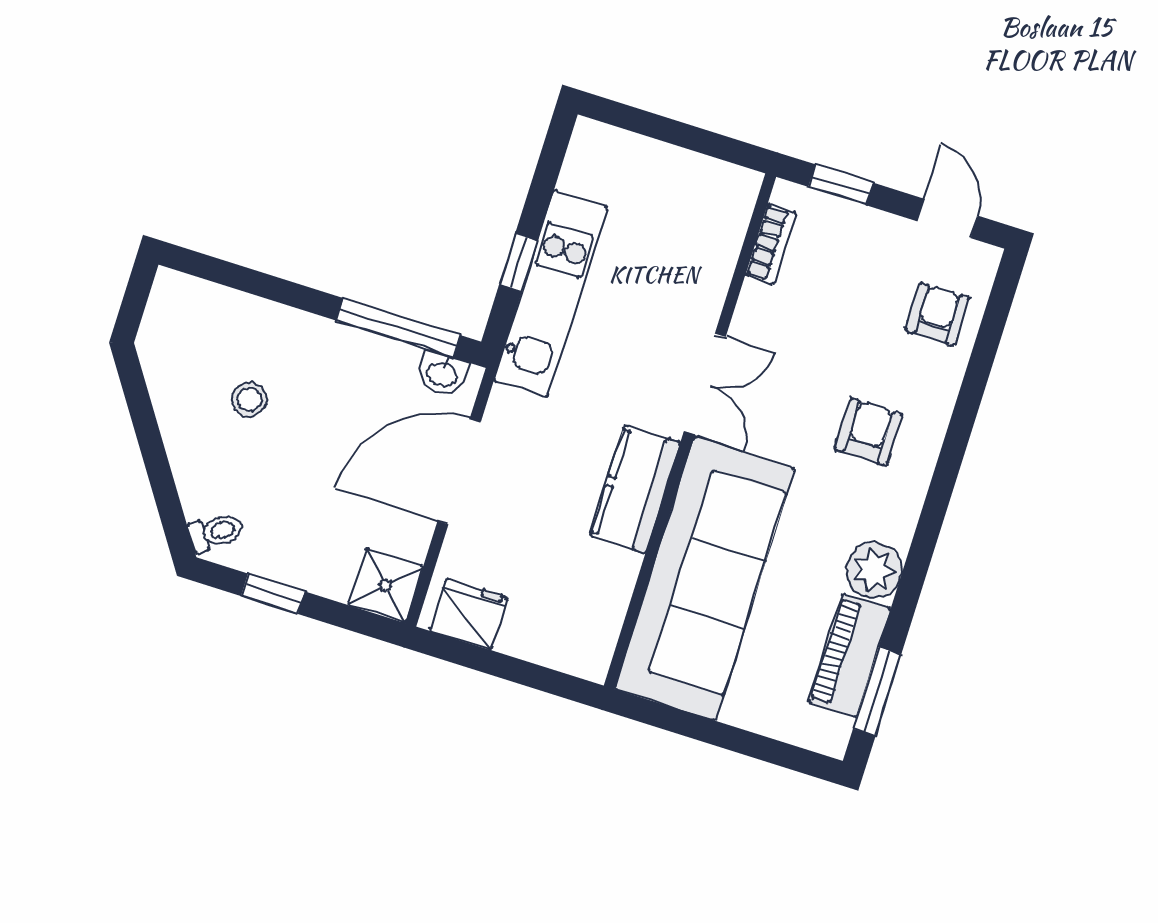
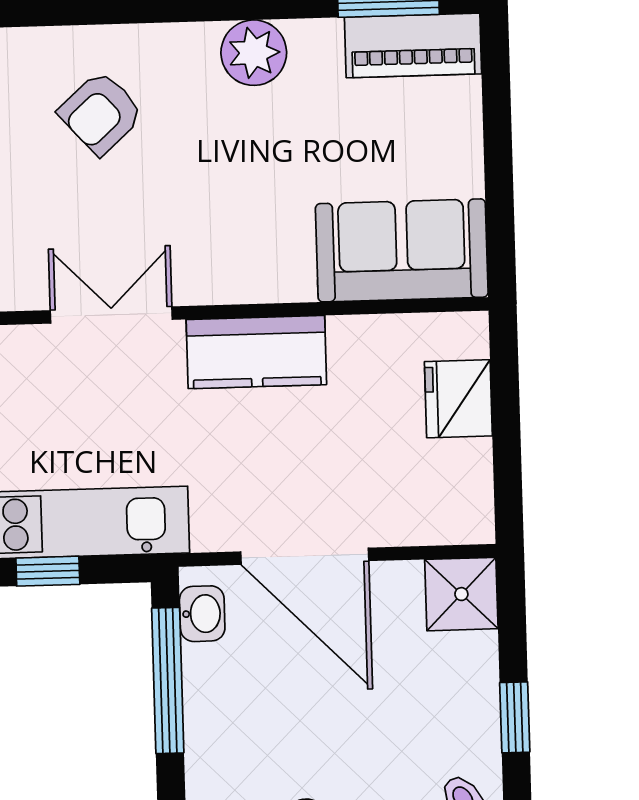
armchair: (868, 432) -> (101, 113), turned -42
sofa: (705, 578) -> (402, 250), width x0.54, depth x0.79
fridge: (469, 614) -> (458, 399), moved
piano: (849, 655) -> (413, 46), moved

